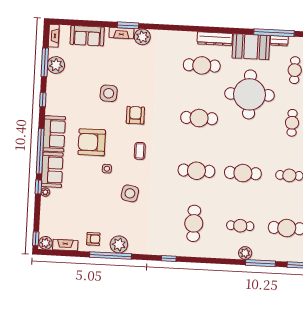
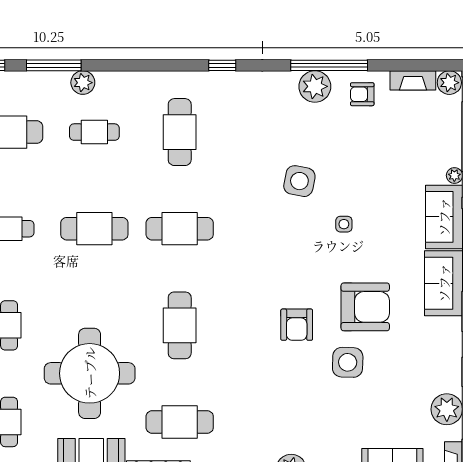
cafe table: (199, 118) -> (180, 325), turned 90
armchair: (92, 142) -> (365, 307), moved
coffee table: (140, 151) -> (285, 260), removed

